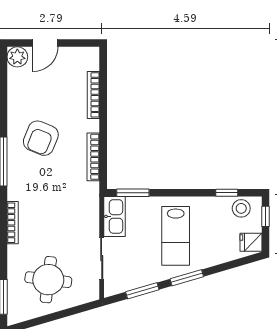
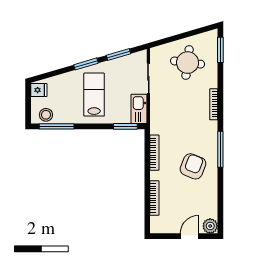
window: (227, 193) -> (57, 126), width x2.17
window: (266, 216) -> (28, 109), removed

